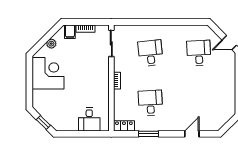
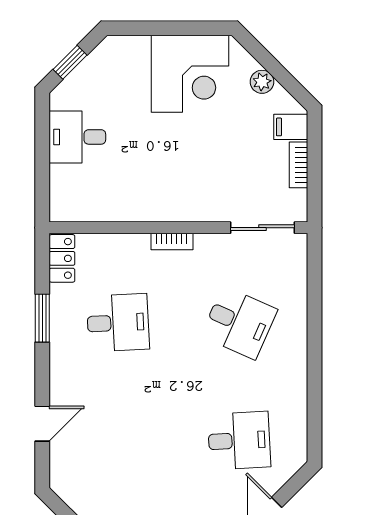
desk: (150, 53) -> (239, 323), turned 30
desk: (89, 119) -> (77, 137), moved
door: (192, 134) -> (42, 424), hinge flipped

